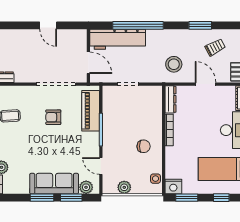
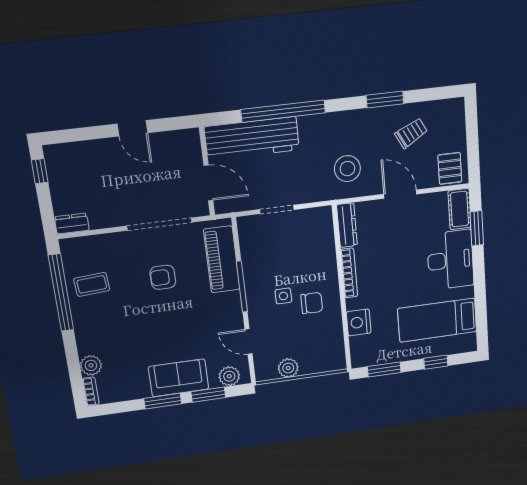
side table: (155, 179) -> (283, 296), moved
sofa: (54, 184) -> (179, 378), width x0.73
nightstand: (173, 186) -> (359, 322), moved, turned 90

